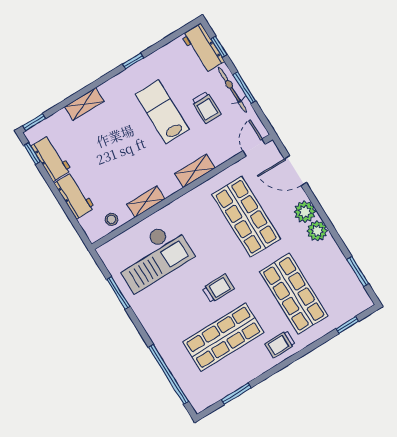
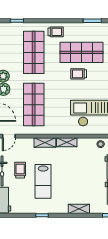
shelving: (146, 202) -> (67, 142), moved
trolley: (218, 288) -> (79, 74), moved

